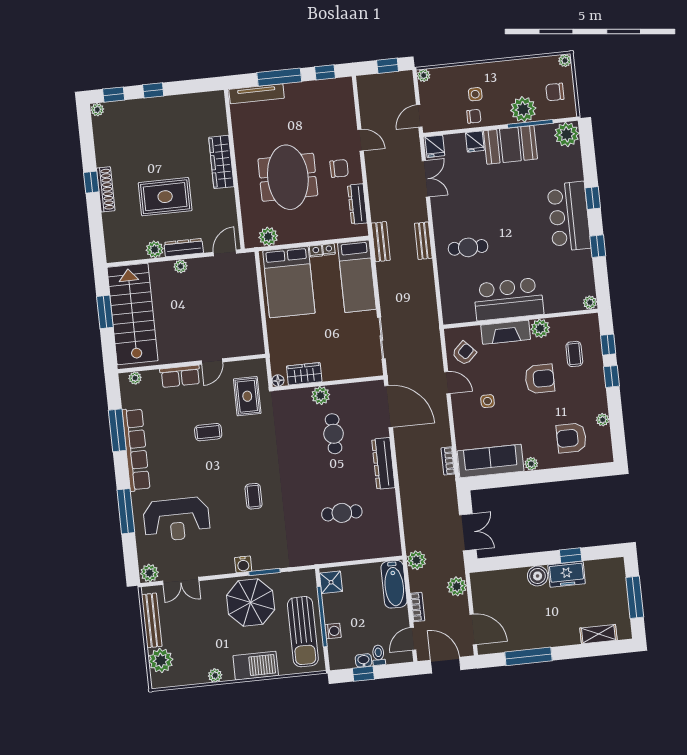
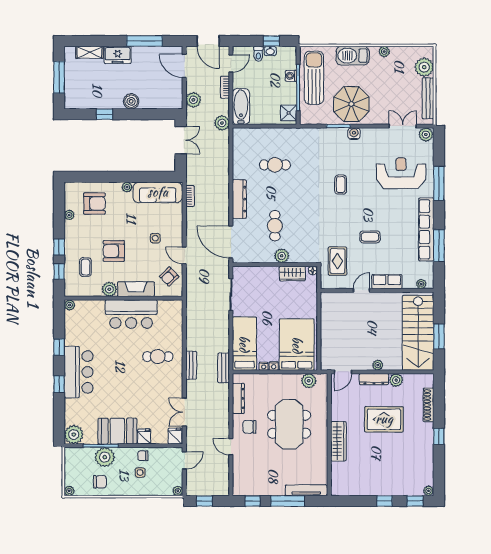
chair: (555, 92) -> (100, 482), moved
shoe rack: (106, 189) -> (428, 405), moved
double door: (468, 532) -> (181, 140), swing flipped
freezer: (567, 574) -> (118, 55), moved, turned 180

